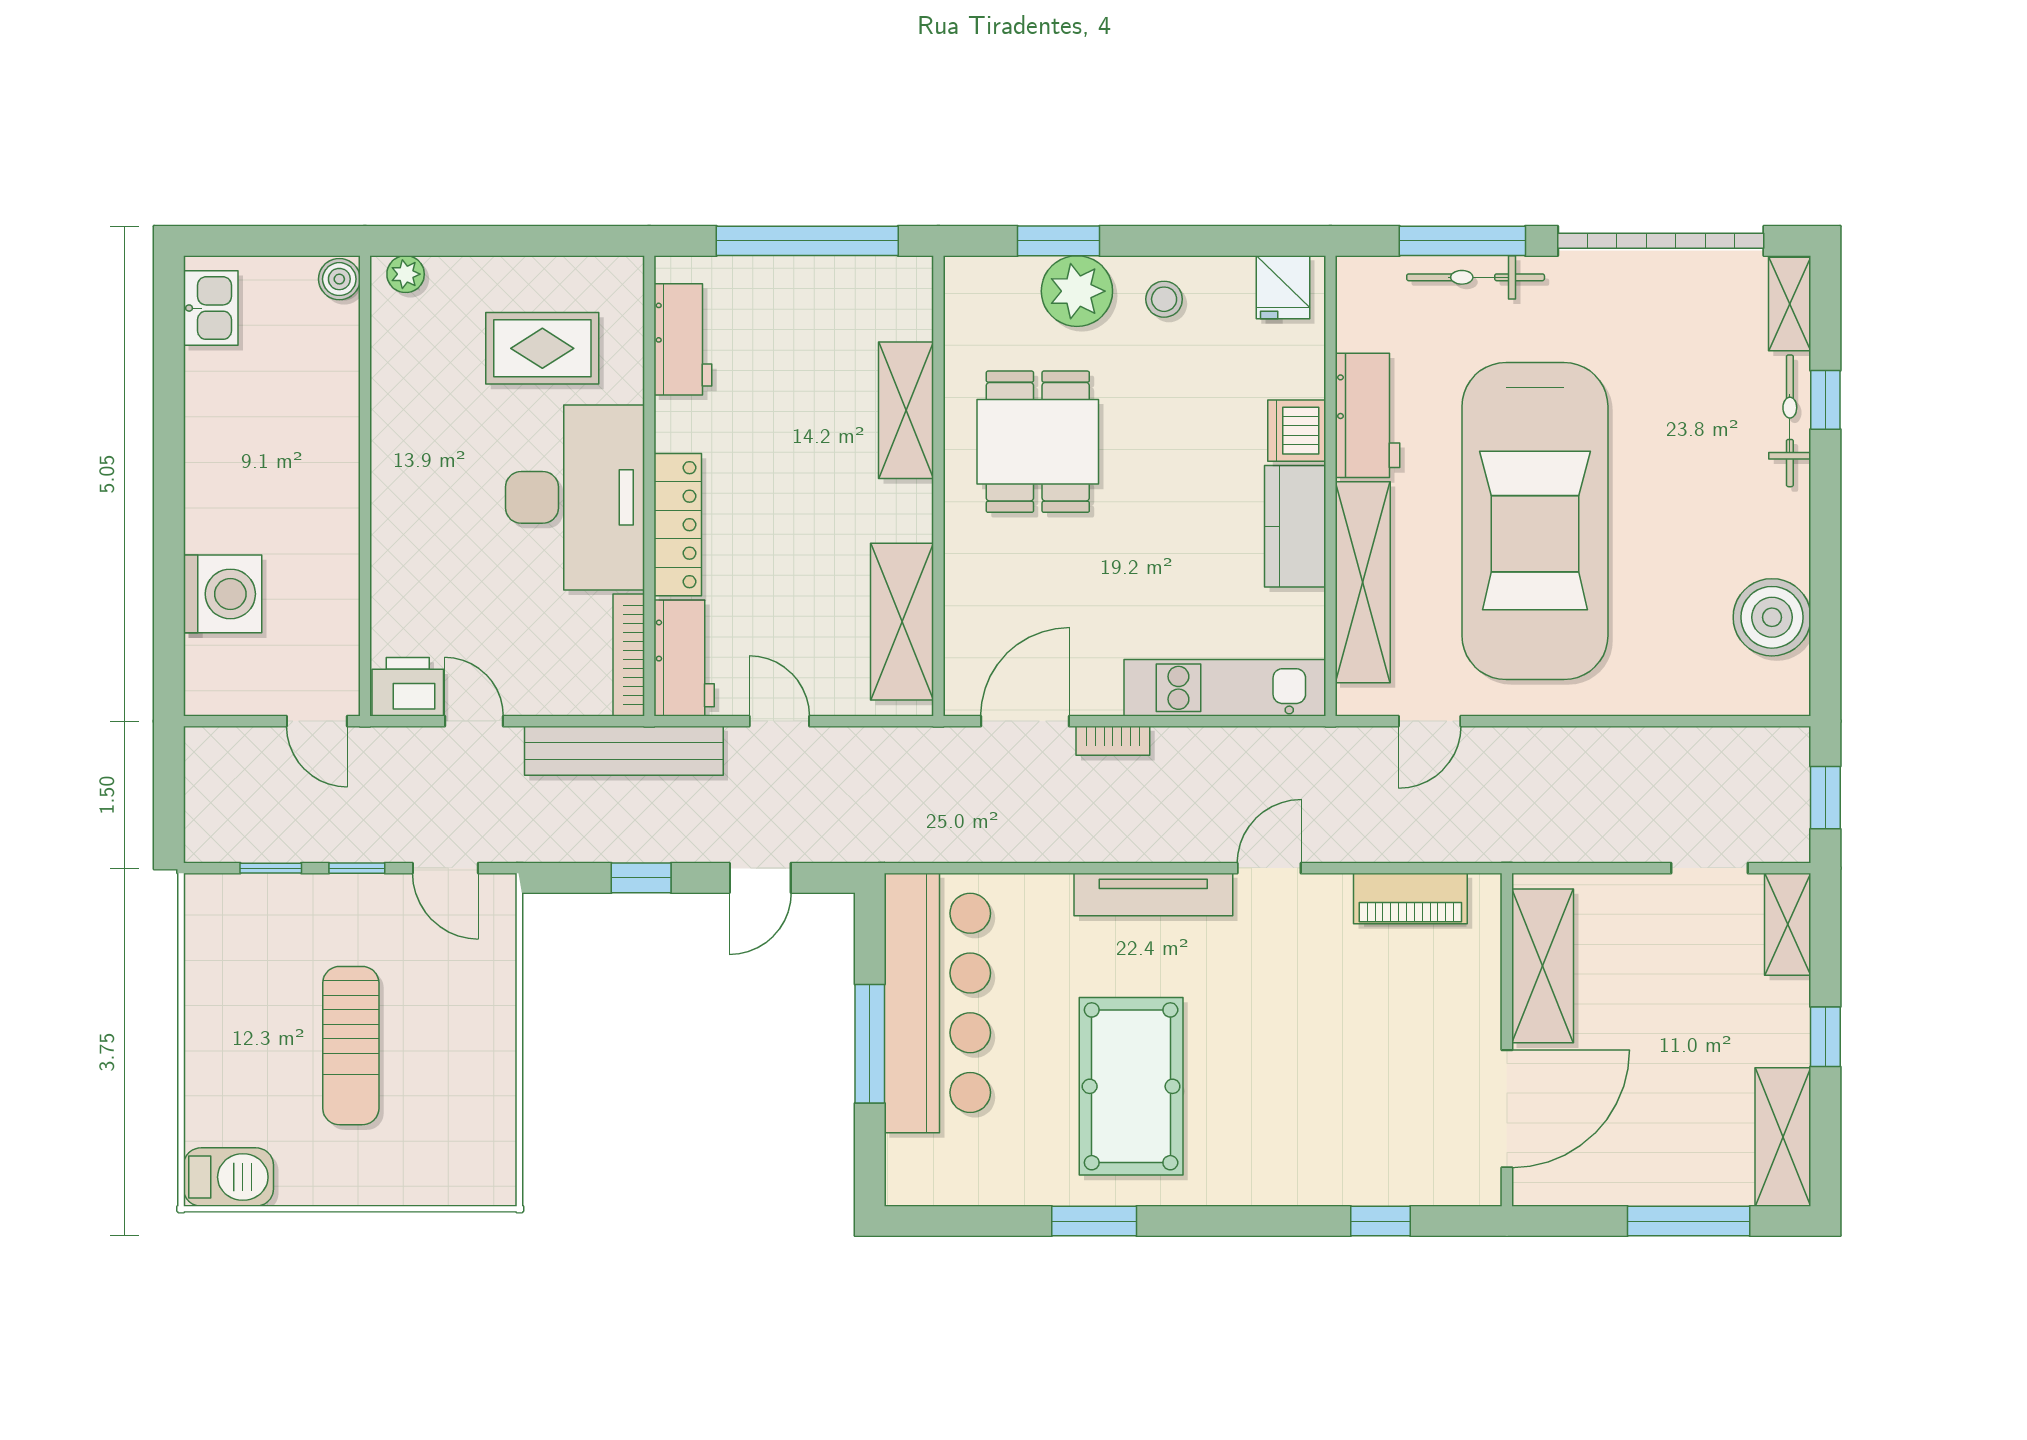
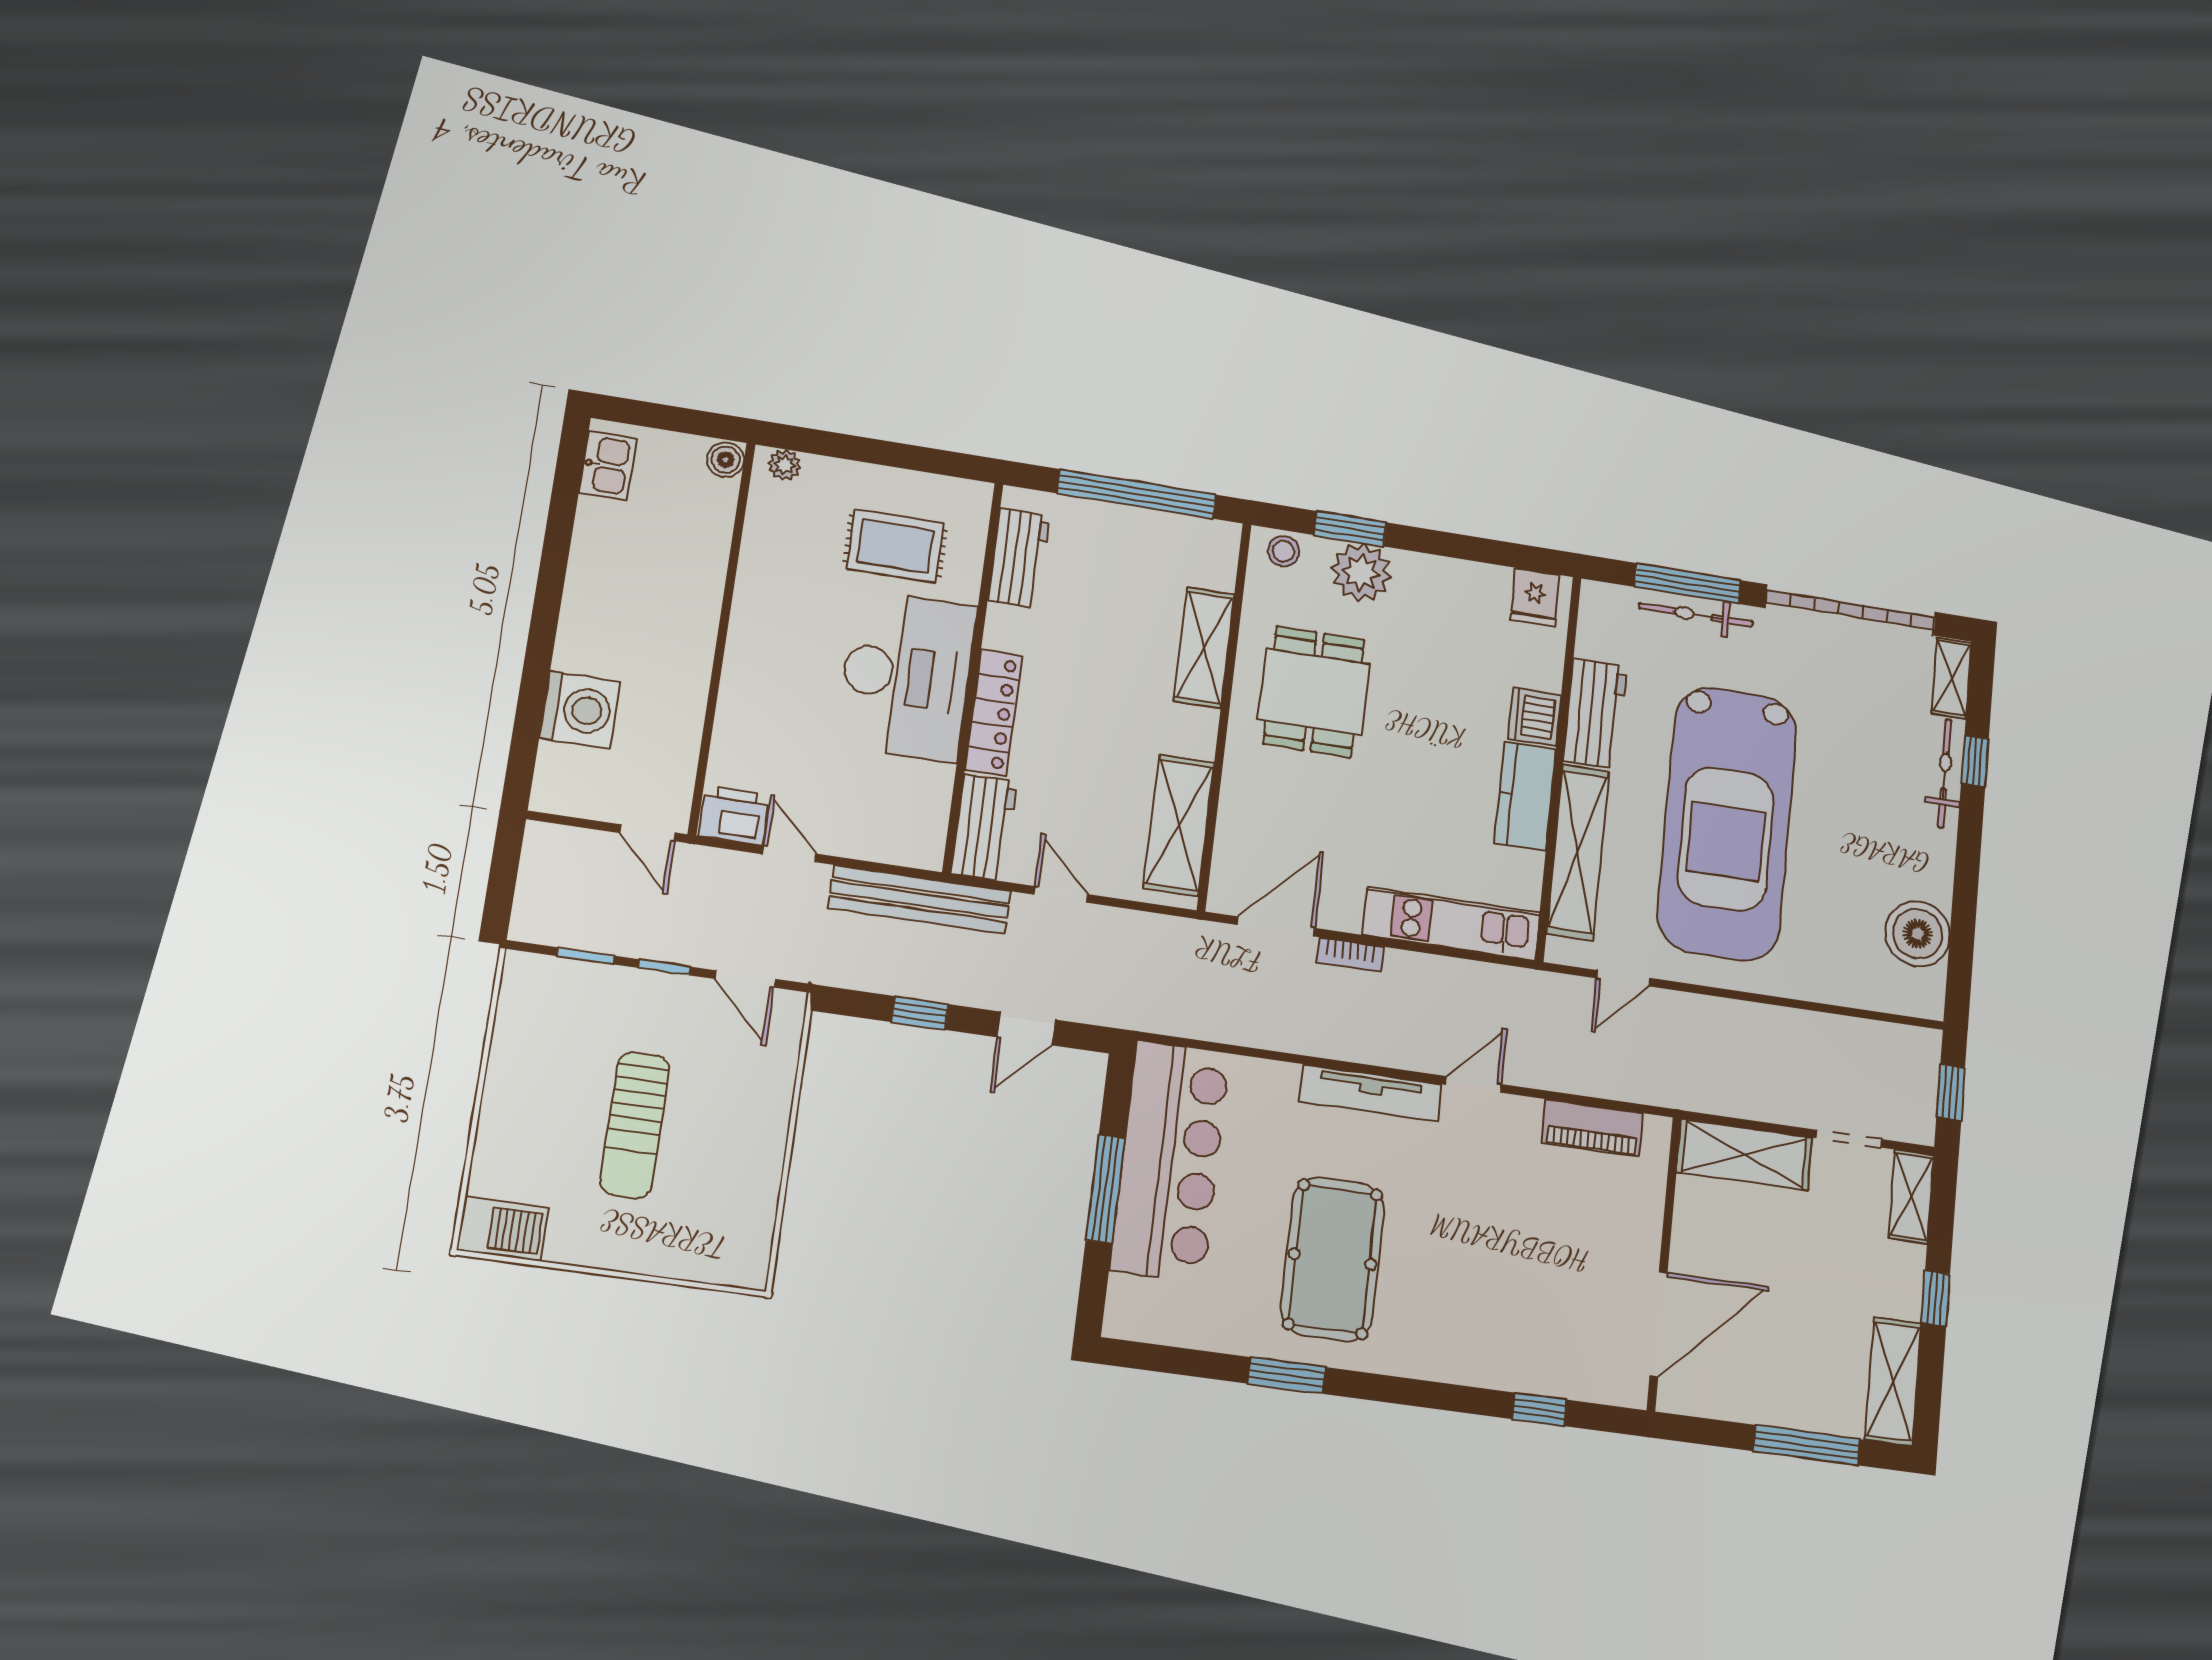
stool: (1164, 299) -> (1284, 551), moved
bookcase: (629, 655) -> (935, 818), removed
shelving: (1543, 966) -> (1744, 1155), moved, turned 90

